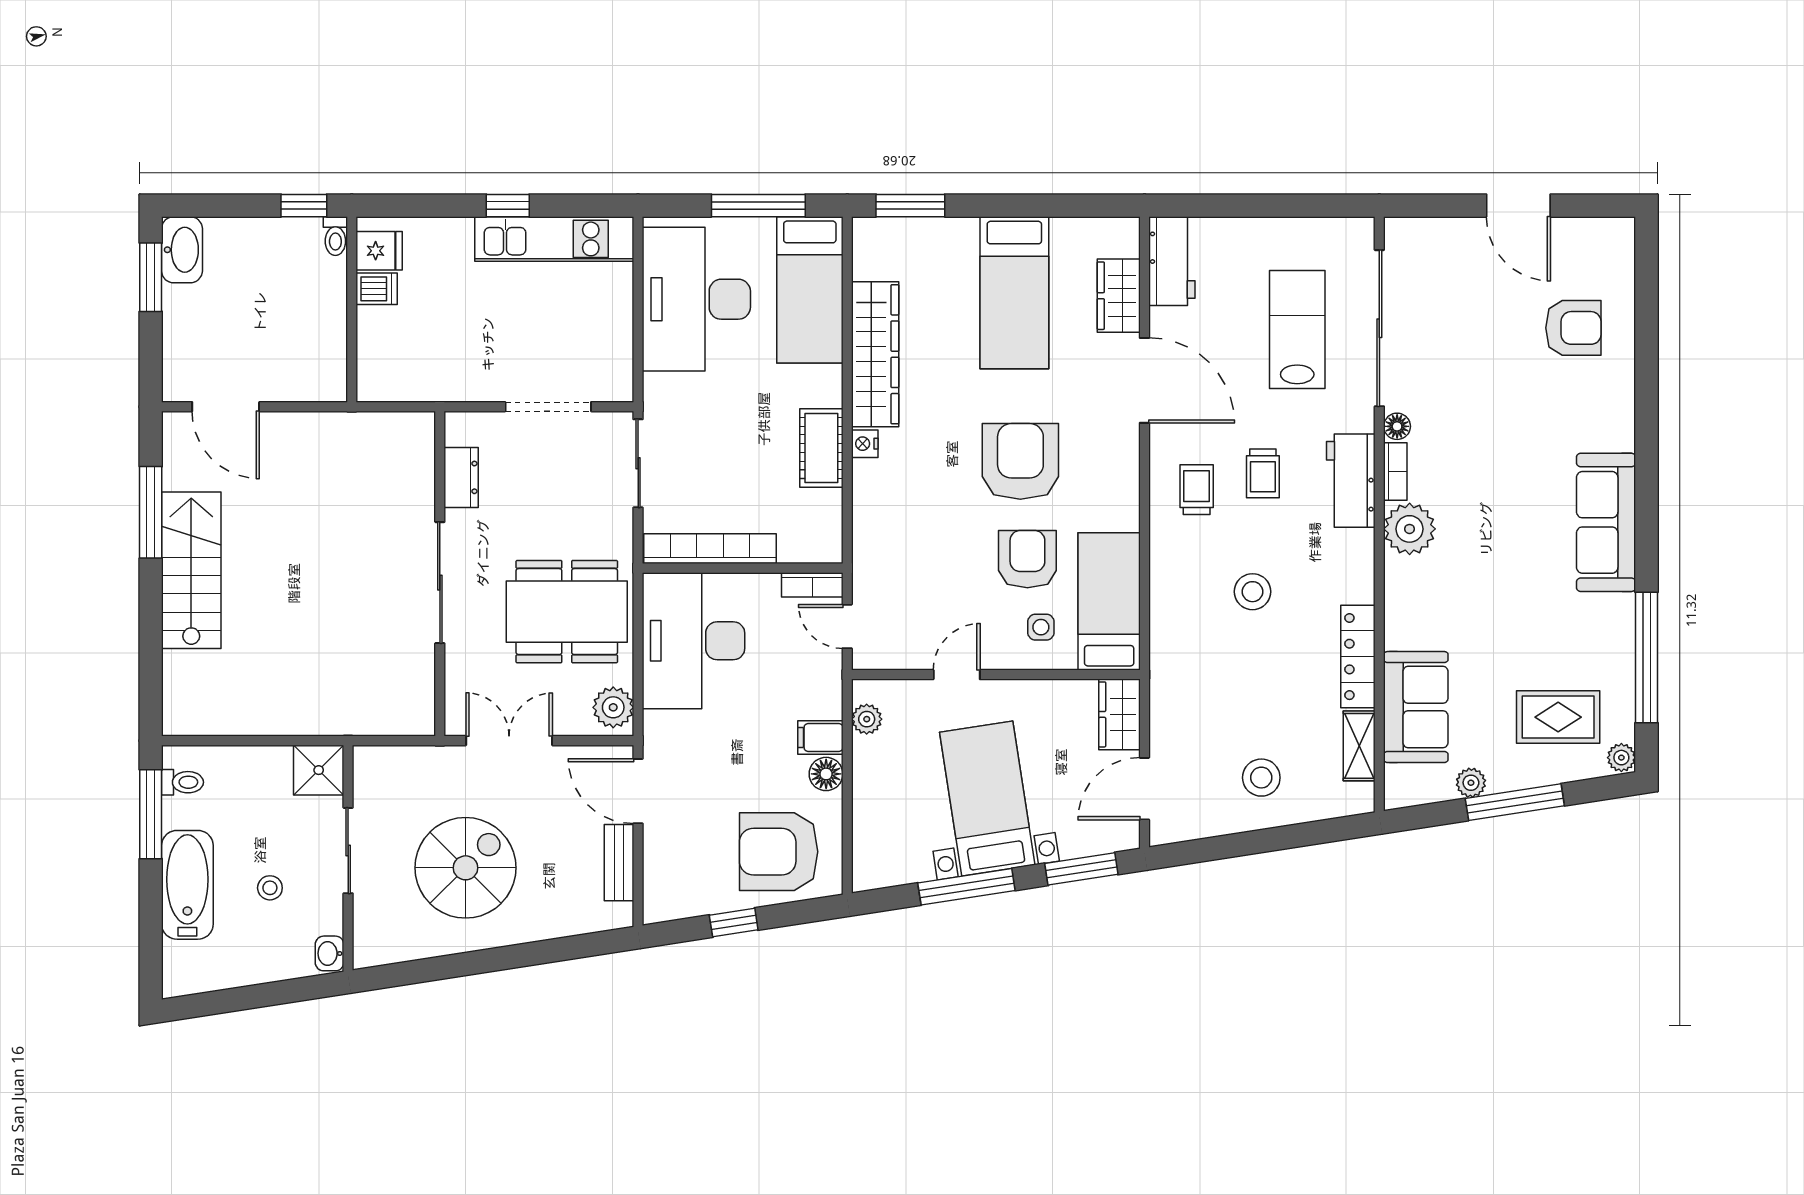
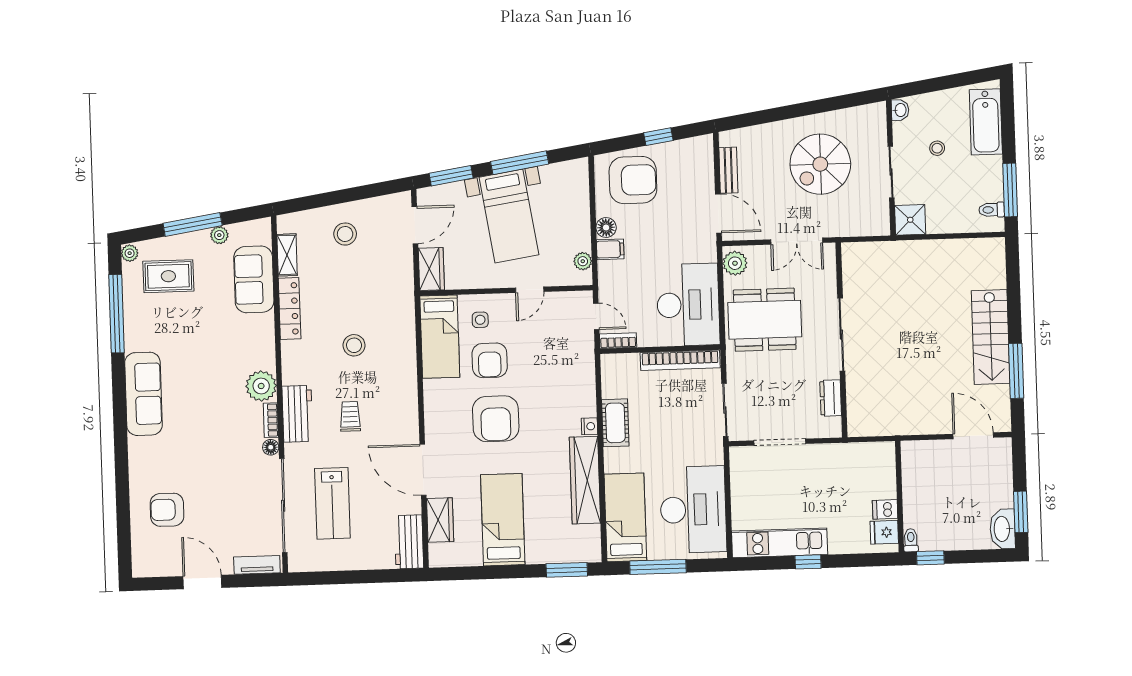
tv unit: (1426, 231) -> (257, 565), added
trolley: (1197, 490) -> (390, 405), removed
bathtub: (187, 885) -> (986, 122), moved

